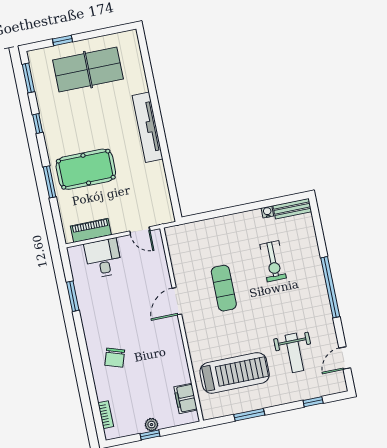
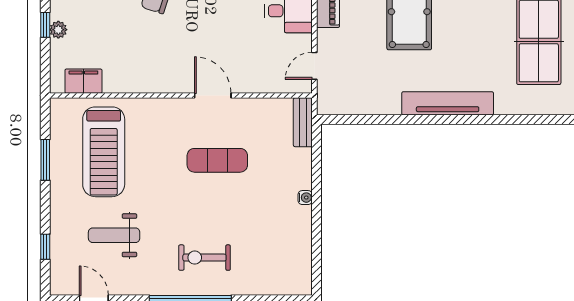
bench: (292, 209) -> (303, 122), moved
water cooler: (267, 212) -> (305, 198), moved
exercise bike: (273, 261) -> (204, 258), moved

